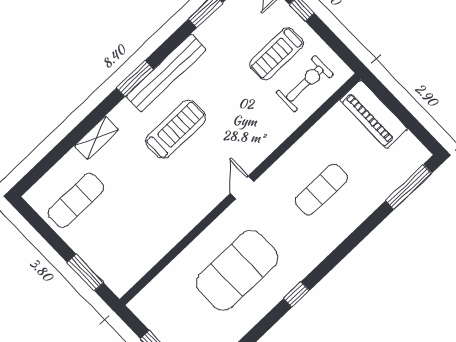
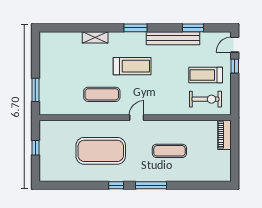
bench: (166, 73) -> (173, 38), moved
piano: (374, 114) -> (224, 135), width x0.73, depth x0.75
window: (409, 187) -> (151, 185), moved
exercise mat: (76, 200) -> (102, 94), moved

